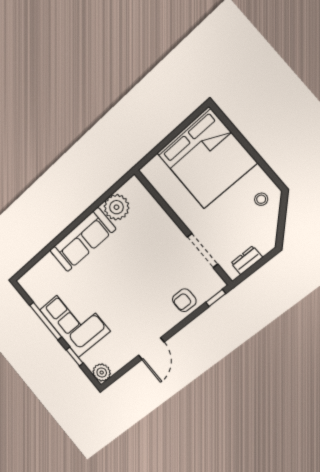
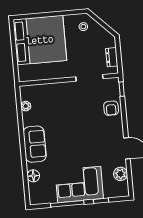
plant: (116, 207) -> (26, 106), width x0.53, depth x0.53
sofa: (82, 240) -> (35, 144), width x0.73
floor lamp: (48, 263) -> (33, 176), added
plant: (102, 373) -> (121, 174), moved

